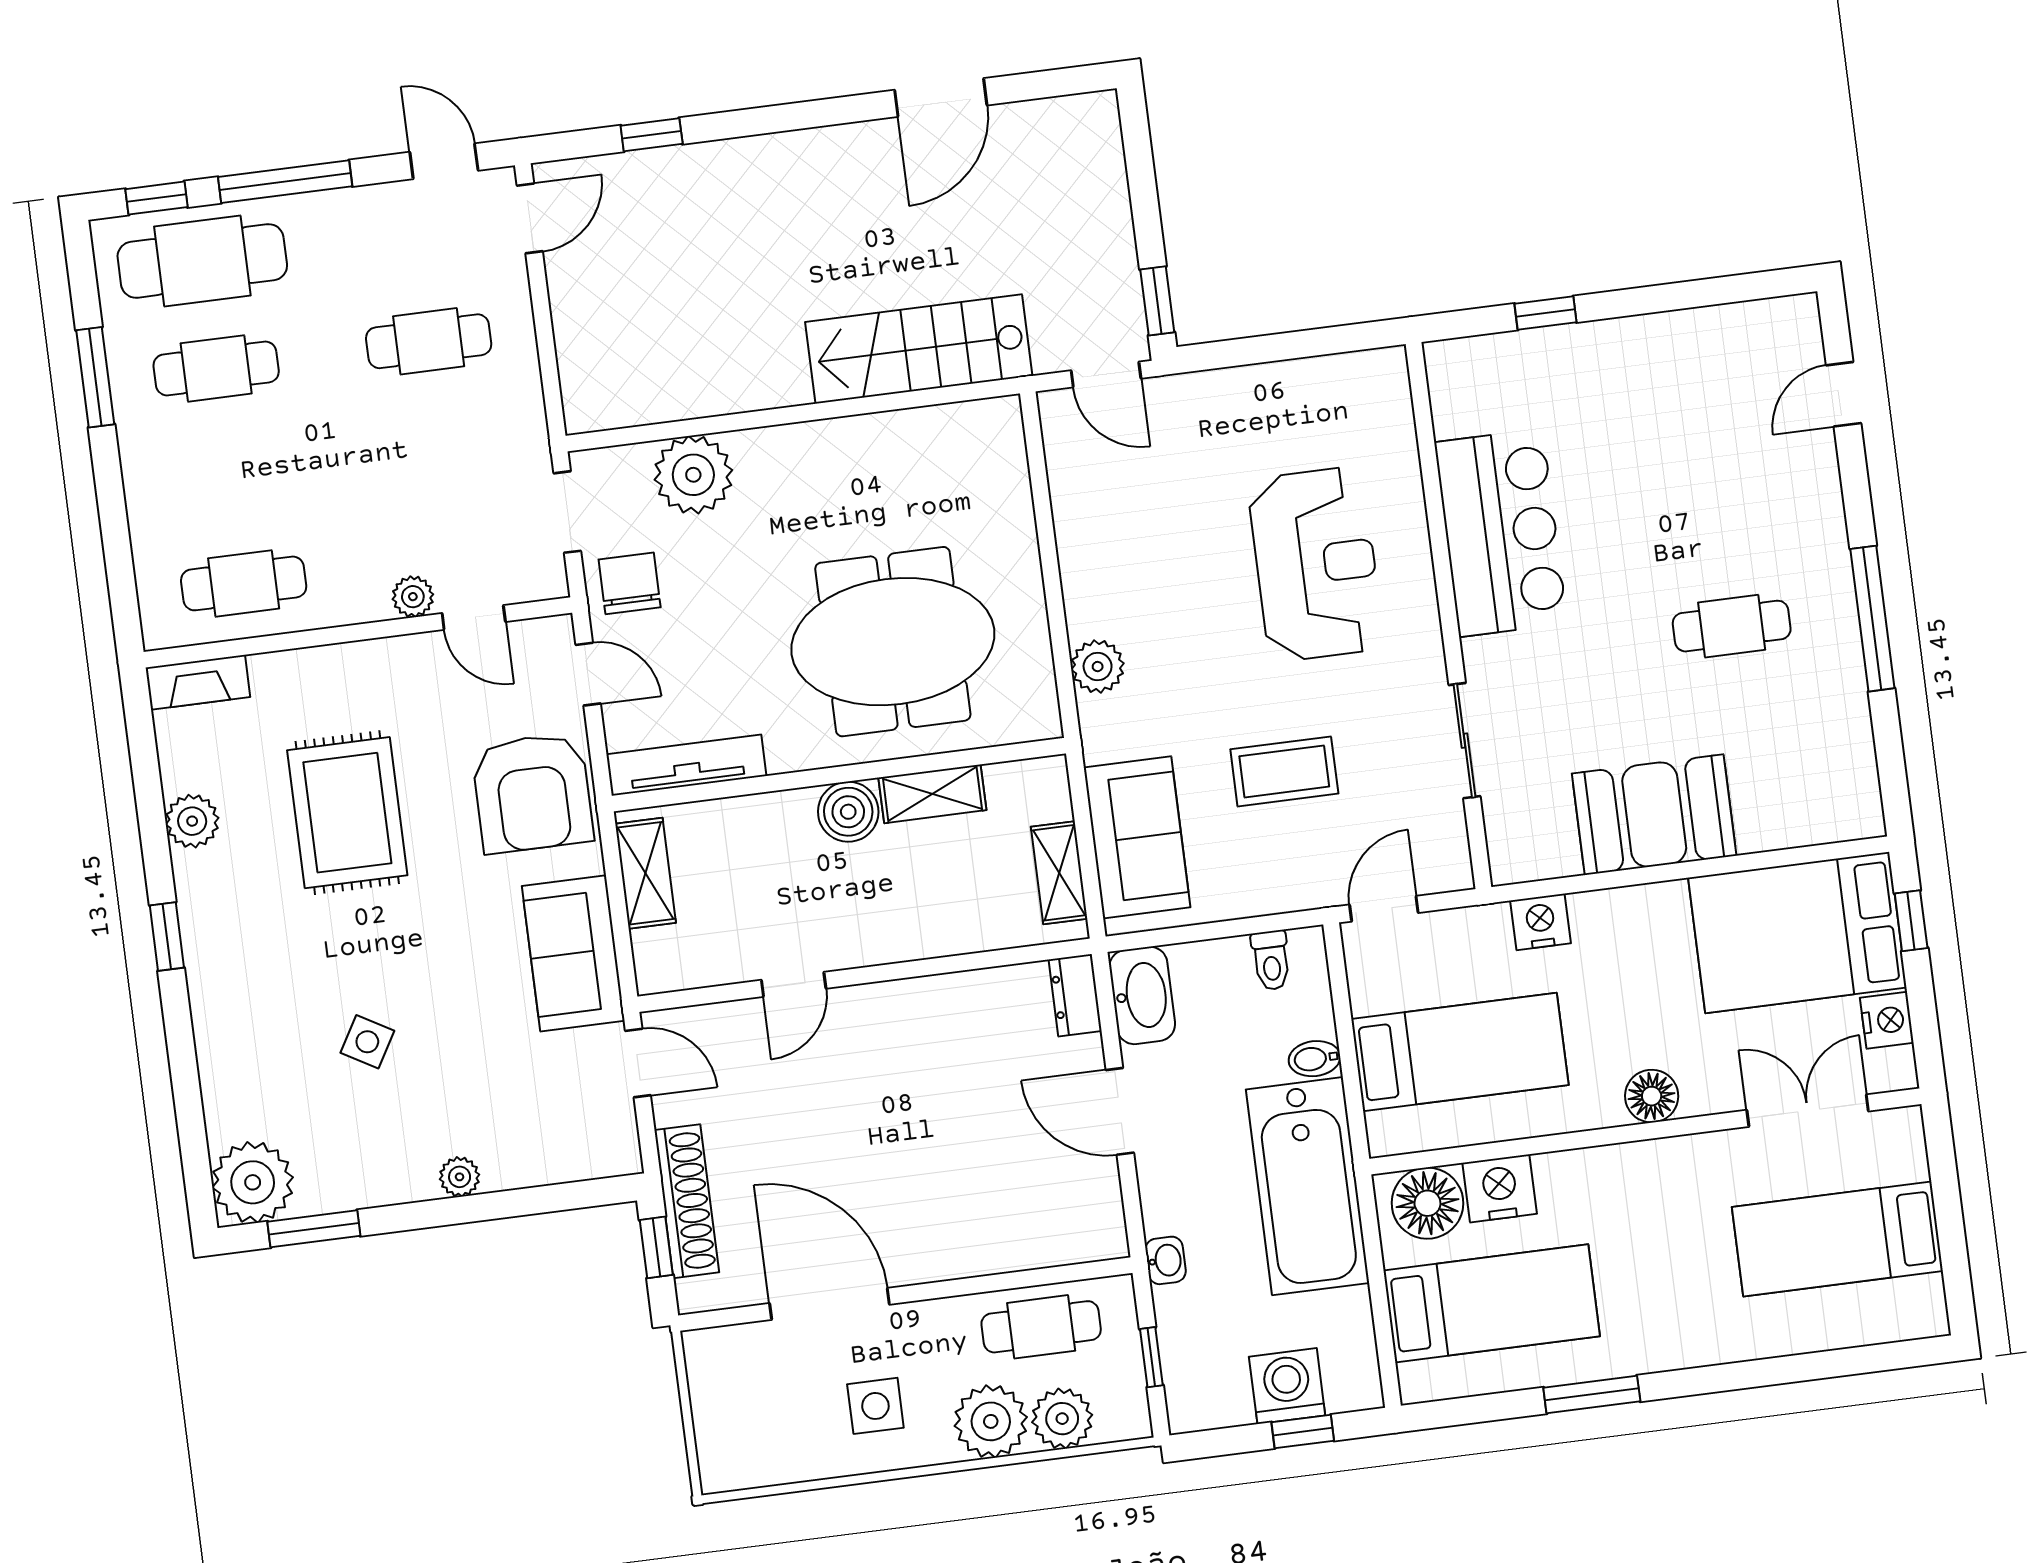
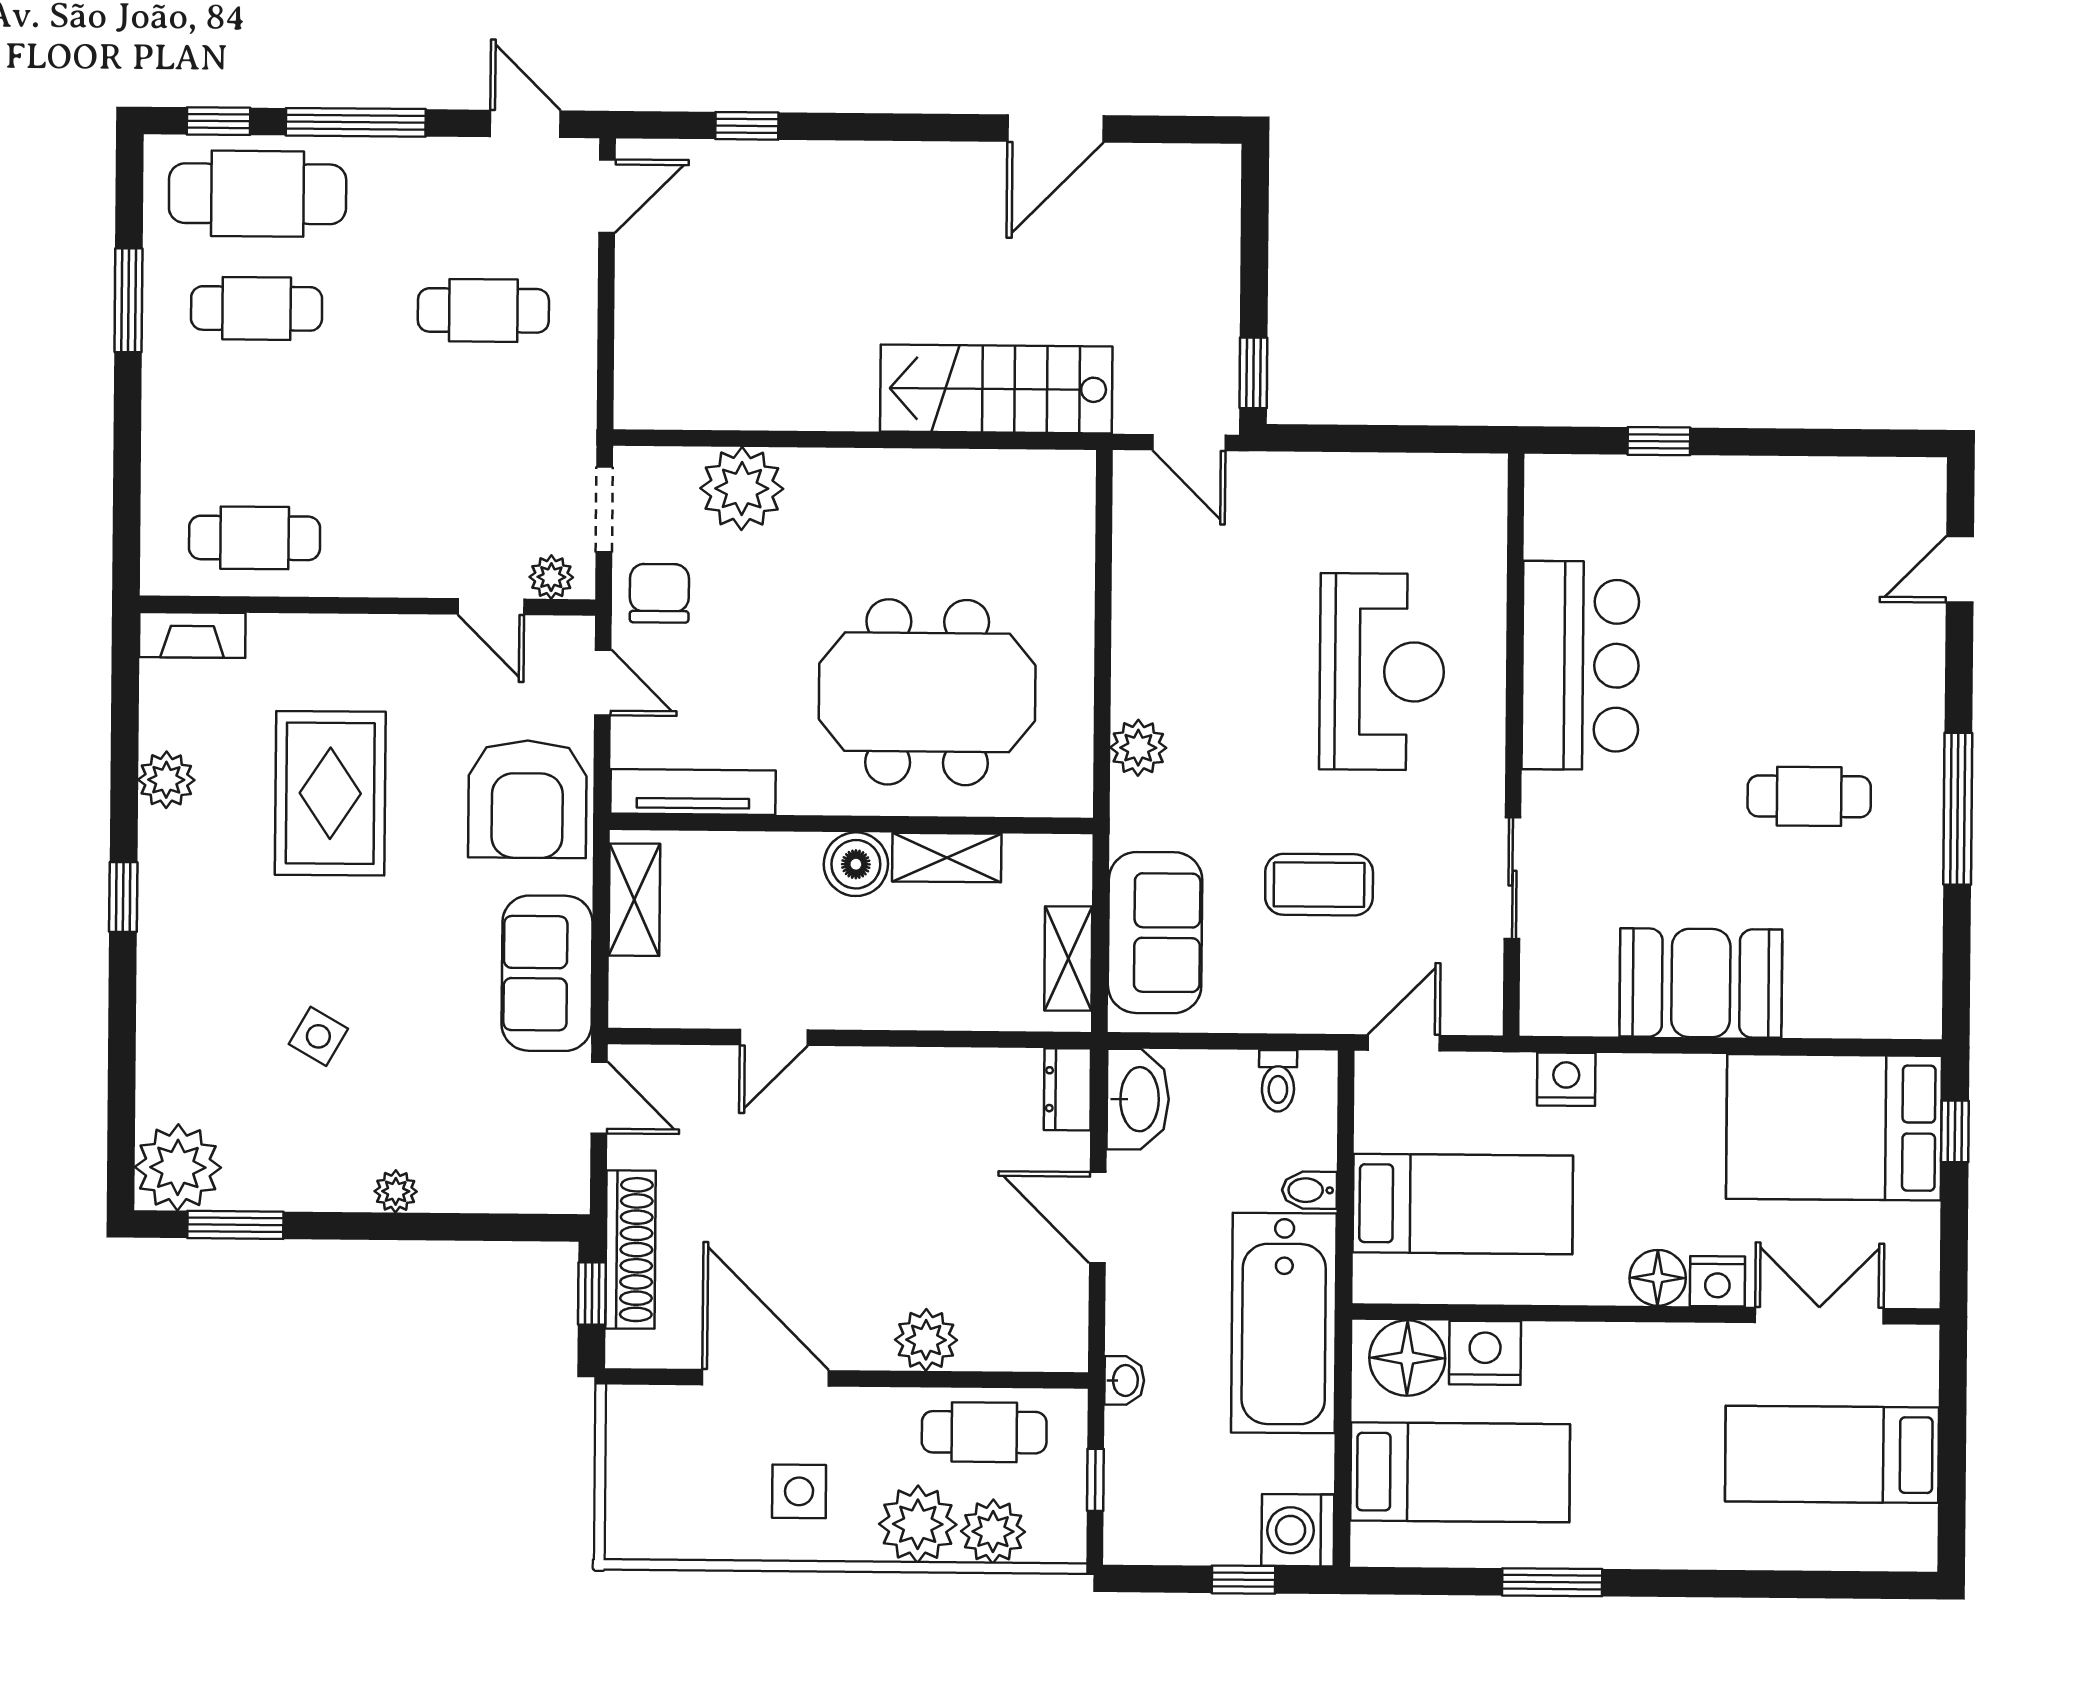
plant: (413, 597) -> (551, 577), moved
nightstand: (1887, 1020) -> (1717, 1281), moved, turned 90
plant: (975, 1248) -> (926, 1340), added
washing machine: (1287, 1386) -> (1298, 1530), moved, turned -90

